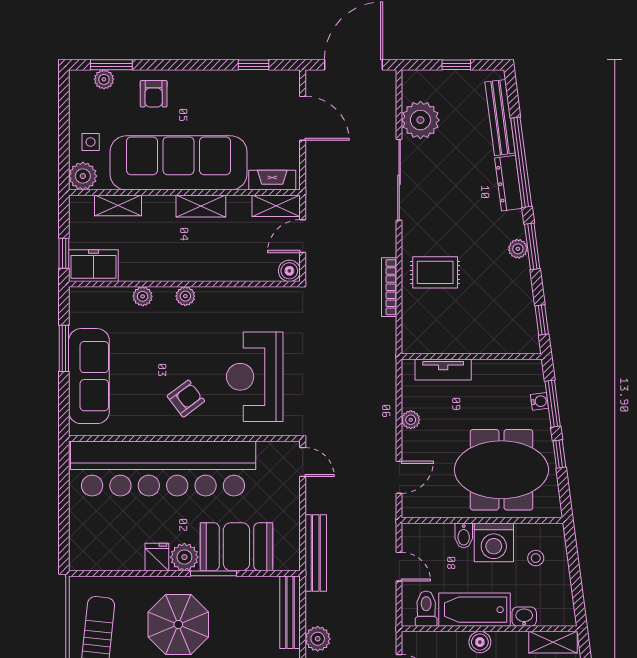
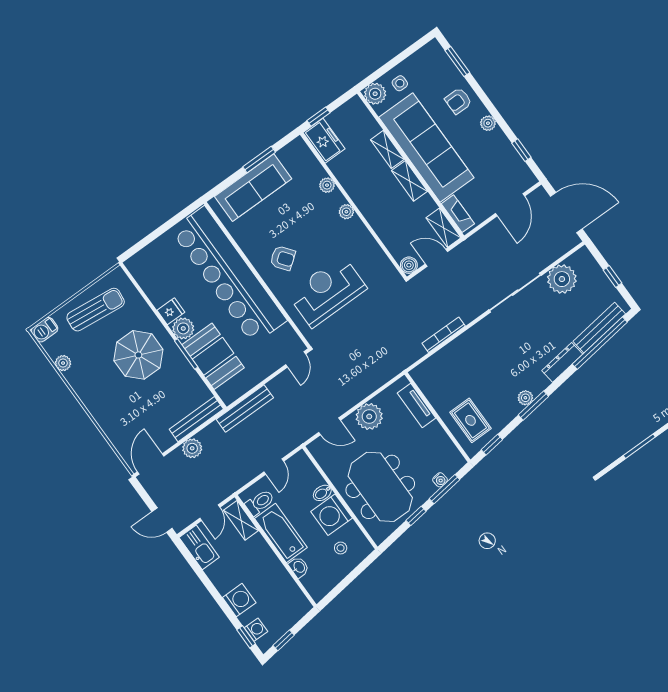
plant: (104, 79) -> (488, 123), moved
window: (521, 162) -> (600, 343), moved
shelving: (118, 205) -> (387, 149), moved
rug: (435, 272) -> (471, 420), moved
plant: (411, 420) -> (369, 416), width x1.88, depth x1.88
boiler: (480, 642) -> (263, 551), removed
shelving: (553, 642) -> (241, 520), moved

